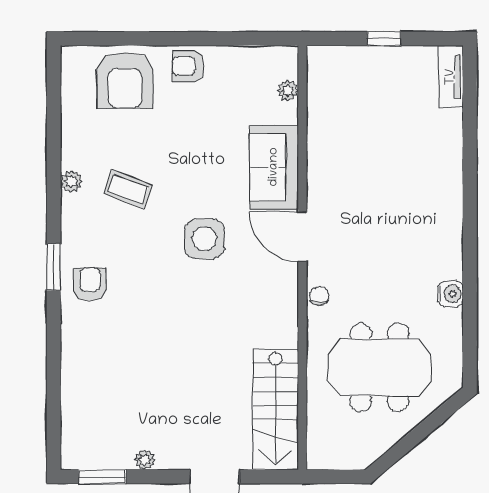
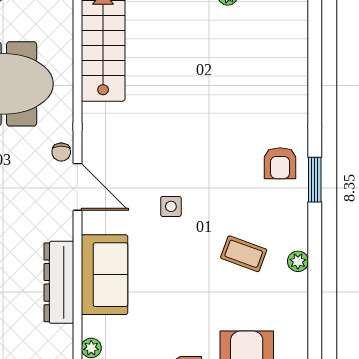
dresser: (322, 159) -> (59, 282), added
door: (302, 237) -> (77, 187), moved
side table: (204, 239) -> (171, 206), width x0.54, depth x0.54

